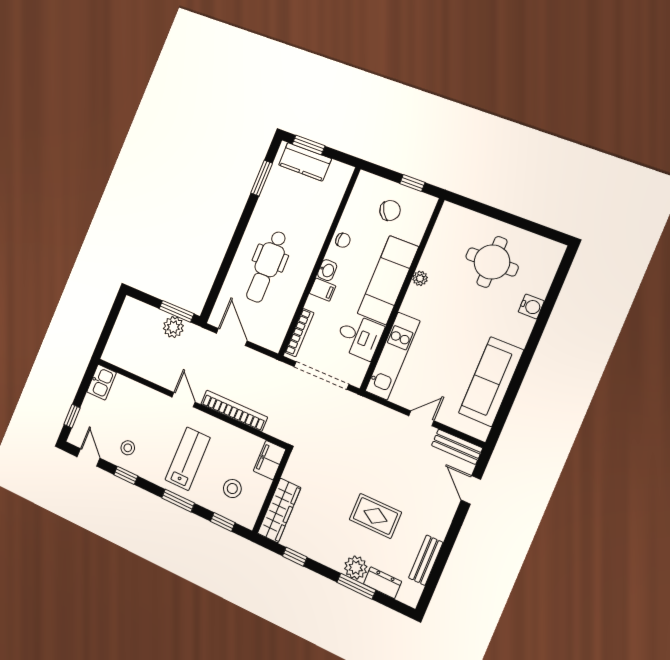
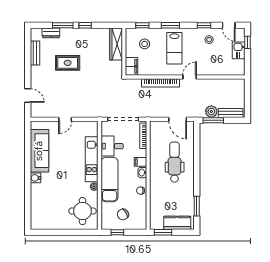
window: (309, 145) -> (163, 232), moved
round table: (492, 262) -> (83, 211), moved
water cooler: (531, 306) -> (35, 178), moved
kitchen unit: (393, 356) -> (92, 159), moved
kitchen sink: (102, 382) -> (239, 50), moved
door: (184, 400) -> (190, 77), swing flipped
bench: (457, 447) -> (231, 113), moved
window: (295, 557) -> (85, 25), moved
plant: (356, 568) -> (67, 34), removed

